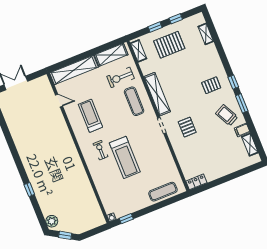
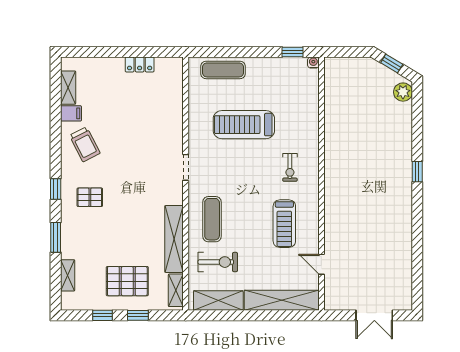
shelving: (157, 94) -> (174, 239), moved
window: (242, 103) -> (56, 237), moved
pallet: (187, 127) -> (150, 150), removed
treadmill: (125, 157) -> (244, 125), moved, turned -90
locker: (196, 182) -> (140, 64), moved
window: (29, 190) -> (417, 172), moved

